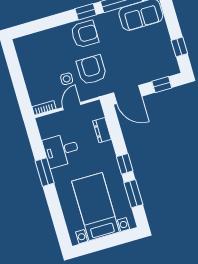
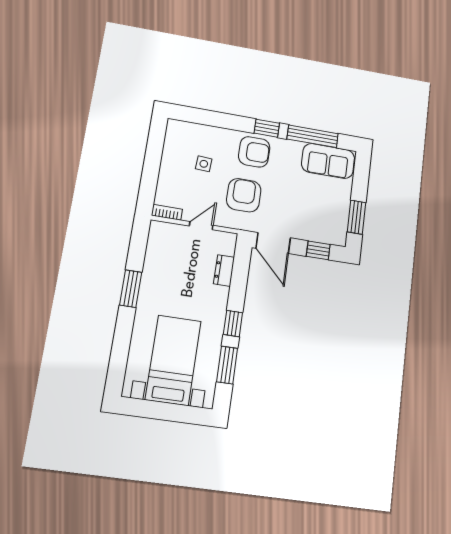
window: (179, 47) -> (357, 217), width x1.50
side table: (67, 79) -> (204, 164), moved
desk: (61, 150) -> (164, 272), removed

